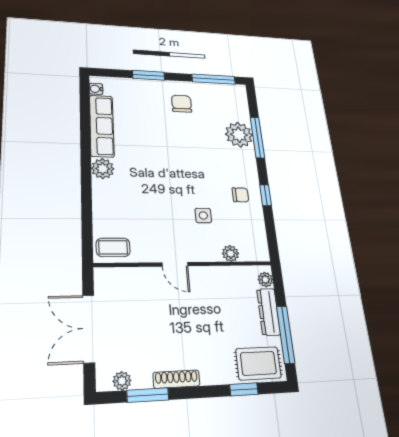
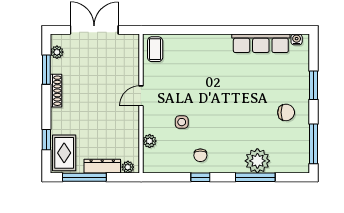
plant: (103, 169) -> (221, 43), removed

